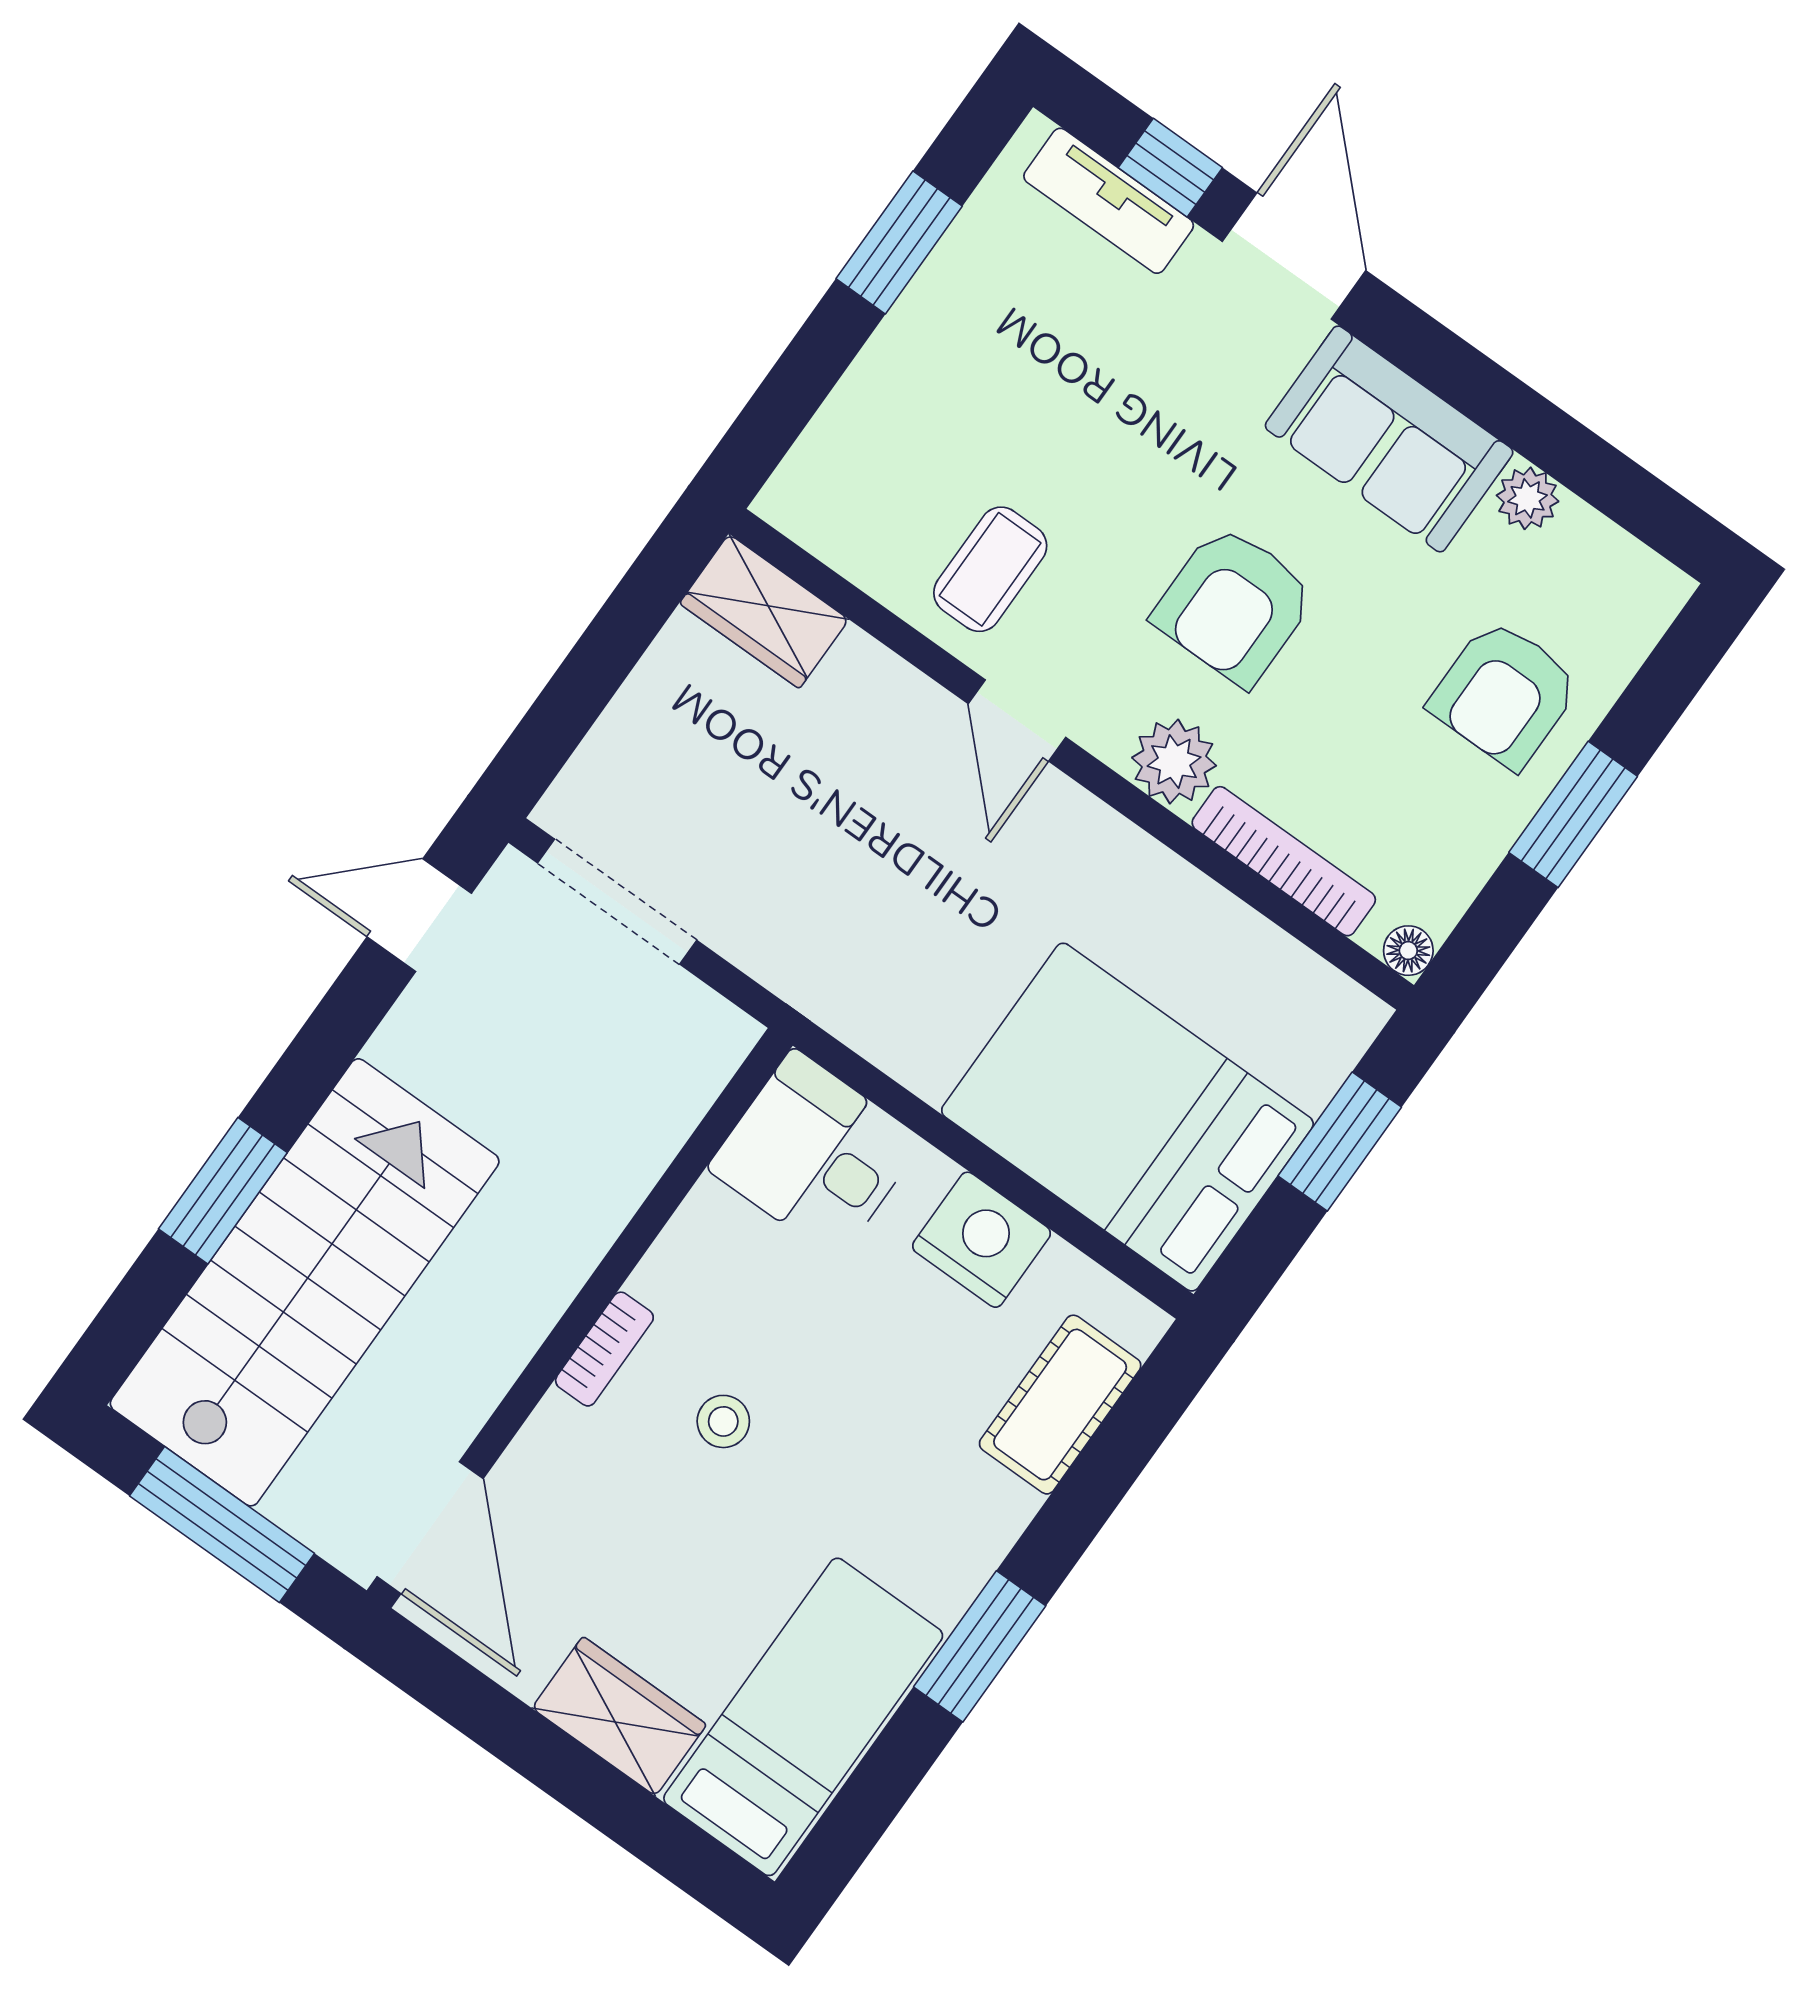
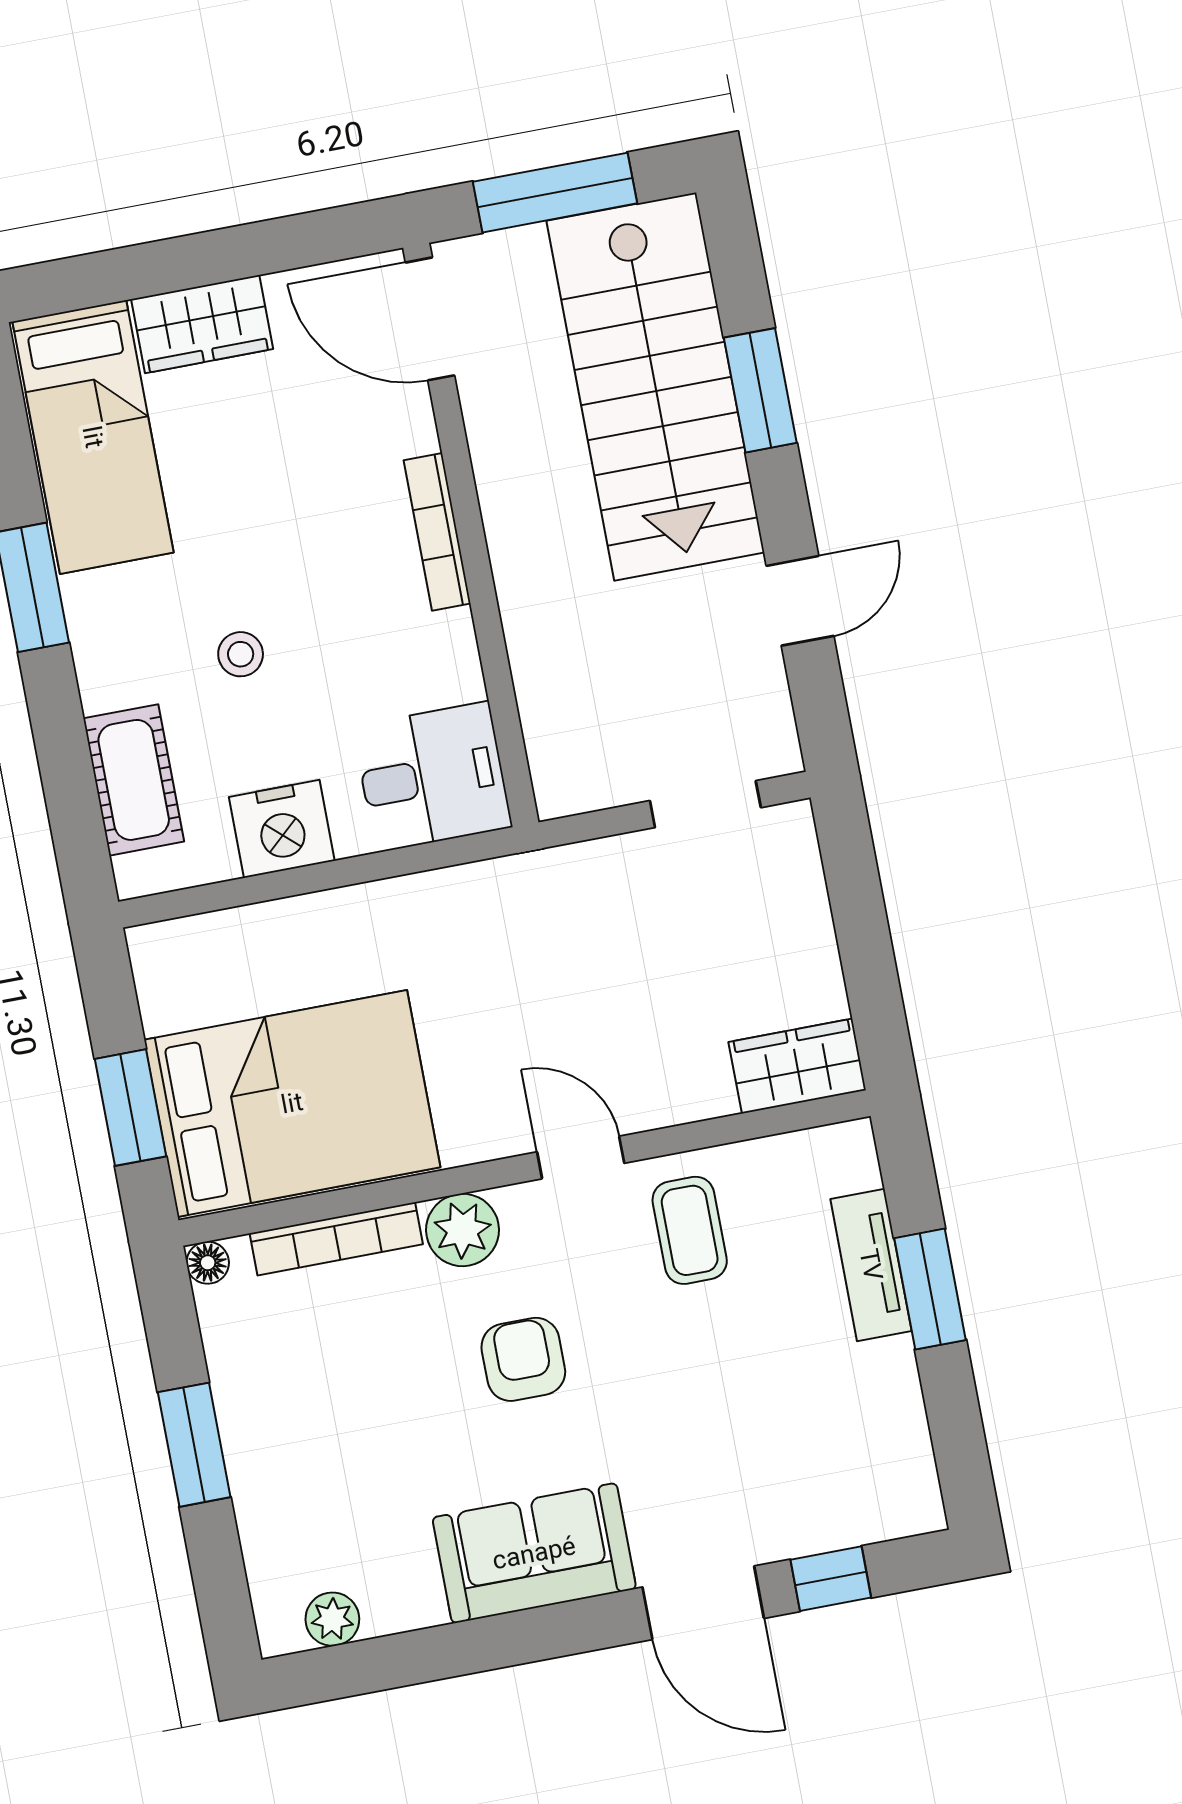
tv unit: (1109, 201) -> (871, 1265), moved, turned -90
window: (899, 242) -> (930, 1289), moved
plant: (1528, 498) -> (332, 1619), moved
armchair: (1234, 605) -> (523, 1359), width x0.72, depth x0.72
armchair: (1505, 694) -> (309, 1474), removed
doorway: (617, 902) -> (705, 804), width x0.73
door: (419, 915) -> (800, 601), moved
bed: (1127, 1117) -> (292, 1103), moved
bookcase: (604, 1349) -> (437, 532), width x1.56
stool: (723, 1421) -> (241, 654), moved

